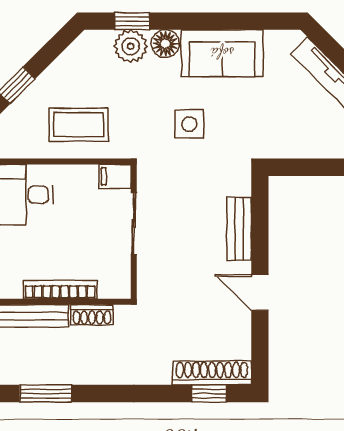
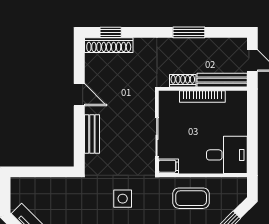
window: (46, 393) -> (189, 32), moved

